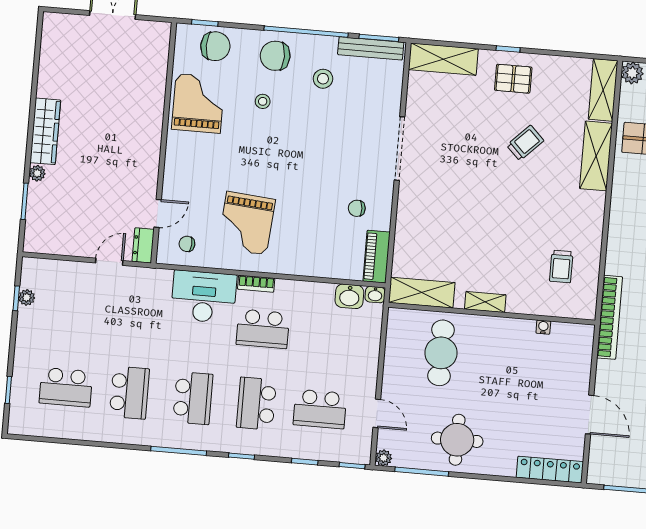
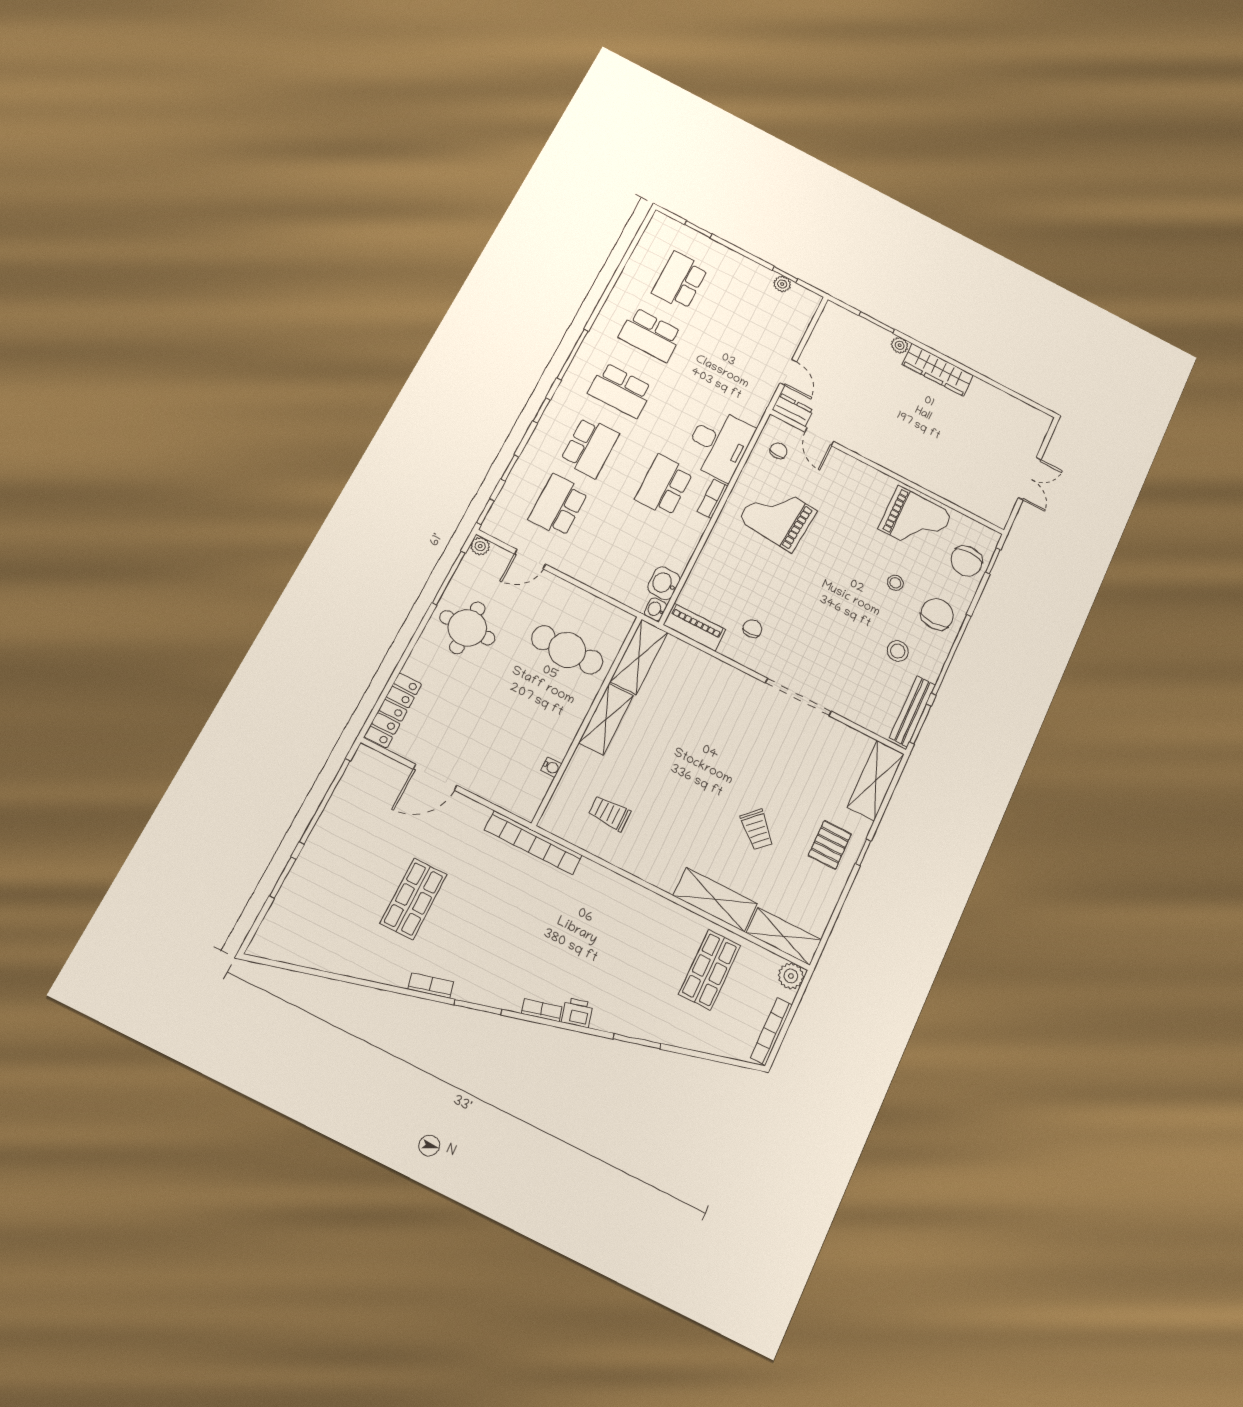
shelving: (485, 302) -> (606, 719), width x1.50, depth x1.33
school desk: (256, 404) -> (590, 447), turned 90

